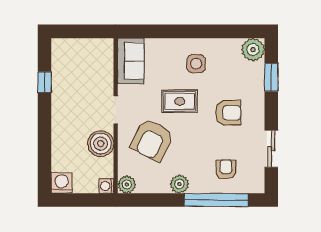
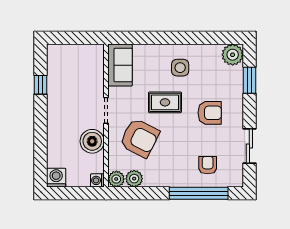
armchair: (152, 140) -> (140, 138), turned -90
plant: (179, 184) -> (134, 179), moved

